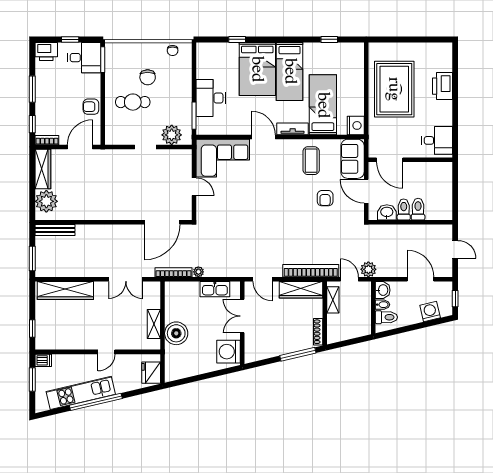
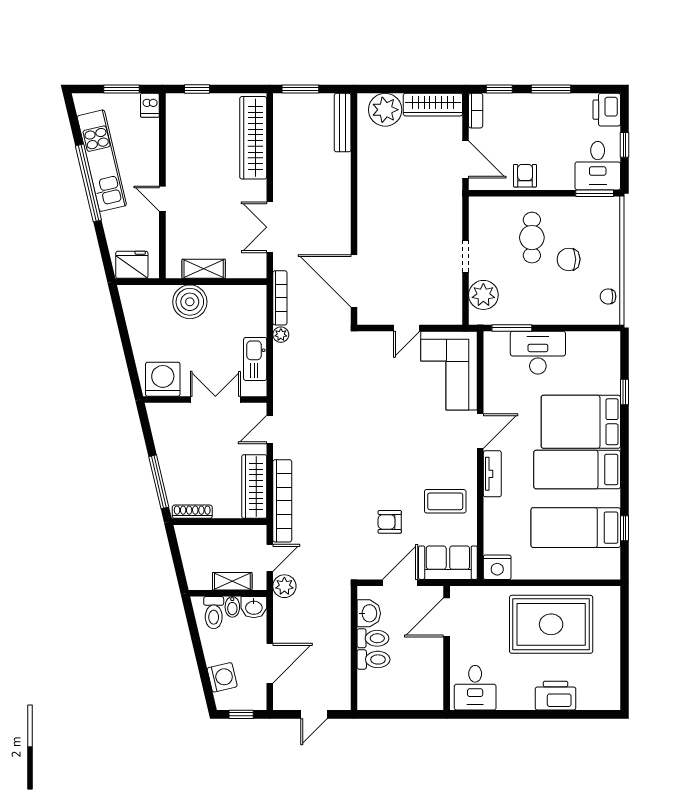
bed: (323, 105) -> (576, 528), moved, turned 180
shelving: (333, 300) -> (232, 581), moved

